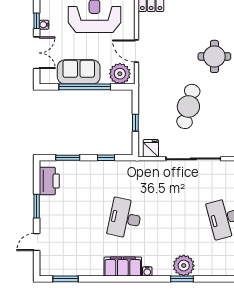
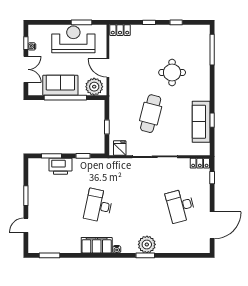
printer: (49, 181) -> (60, 166), moved, turned 90

